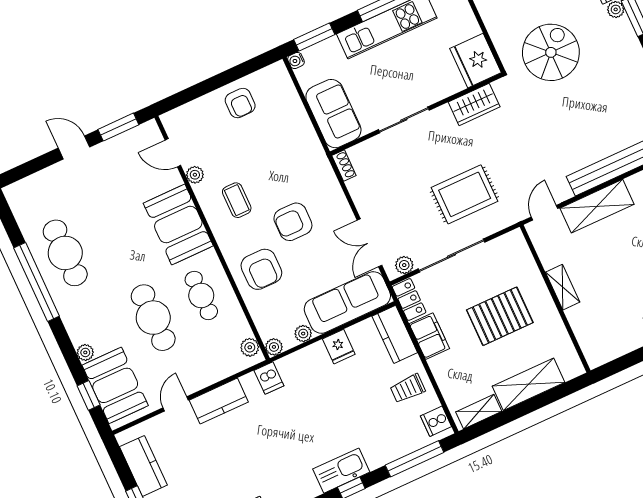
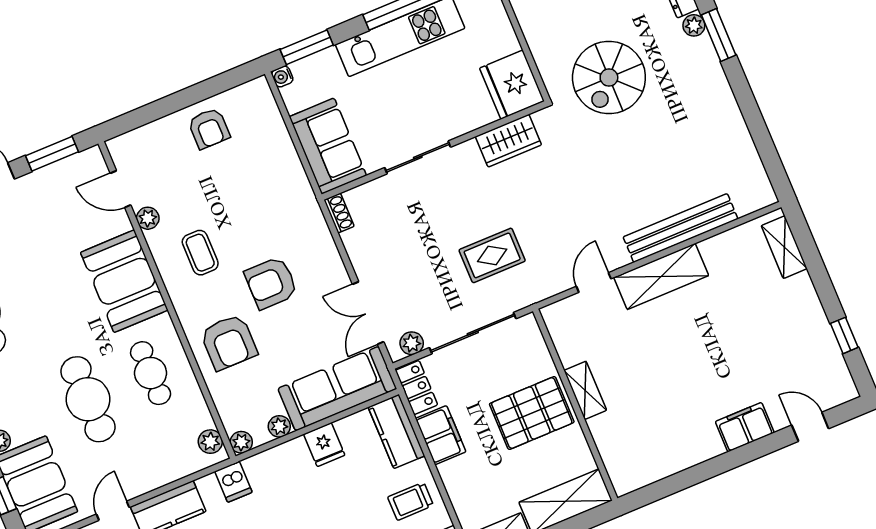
spiral stairs: (551, 52) -> (609, 77), turned 180
rug: (465, 194) -> (492, 255), width x0.73, depth x0.70
shelving: (563, 287) -> (585, 390), moved
wall: (555, 299) -> (575, 405), moved

